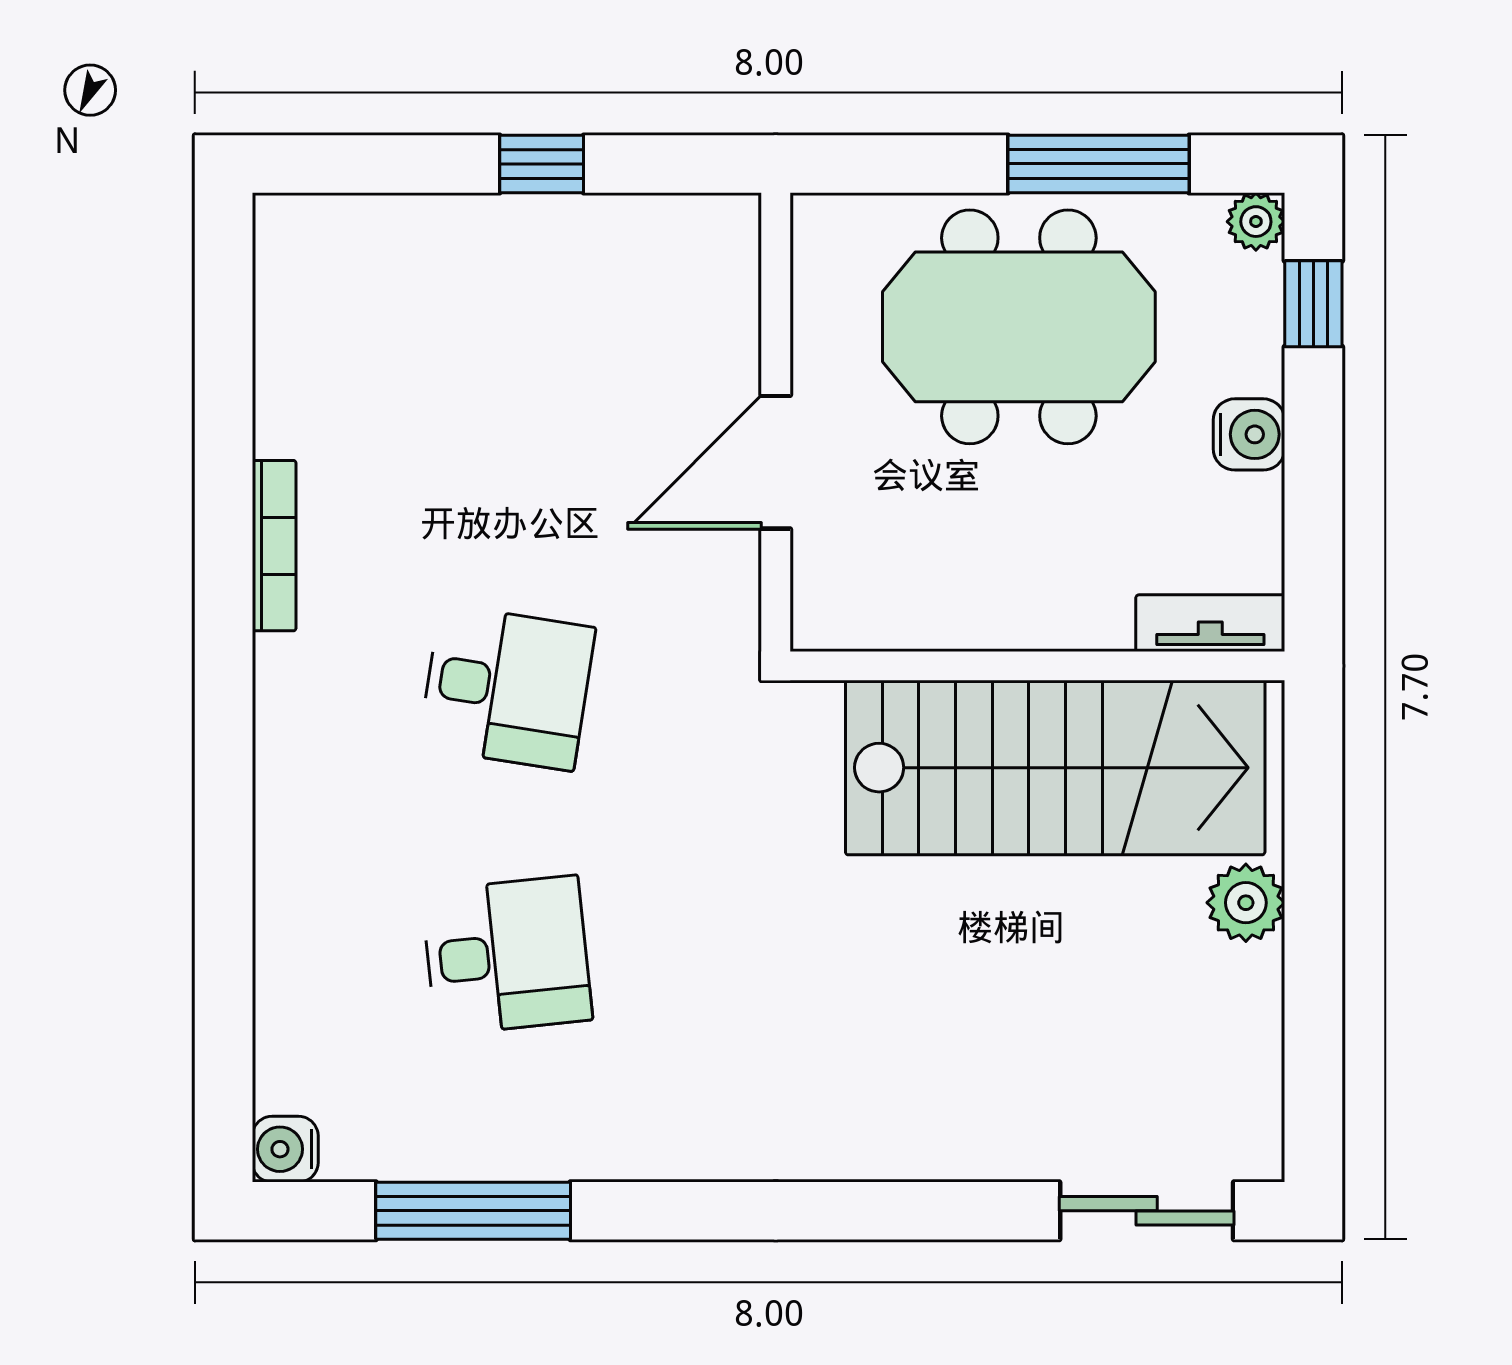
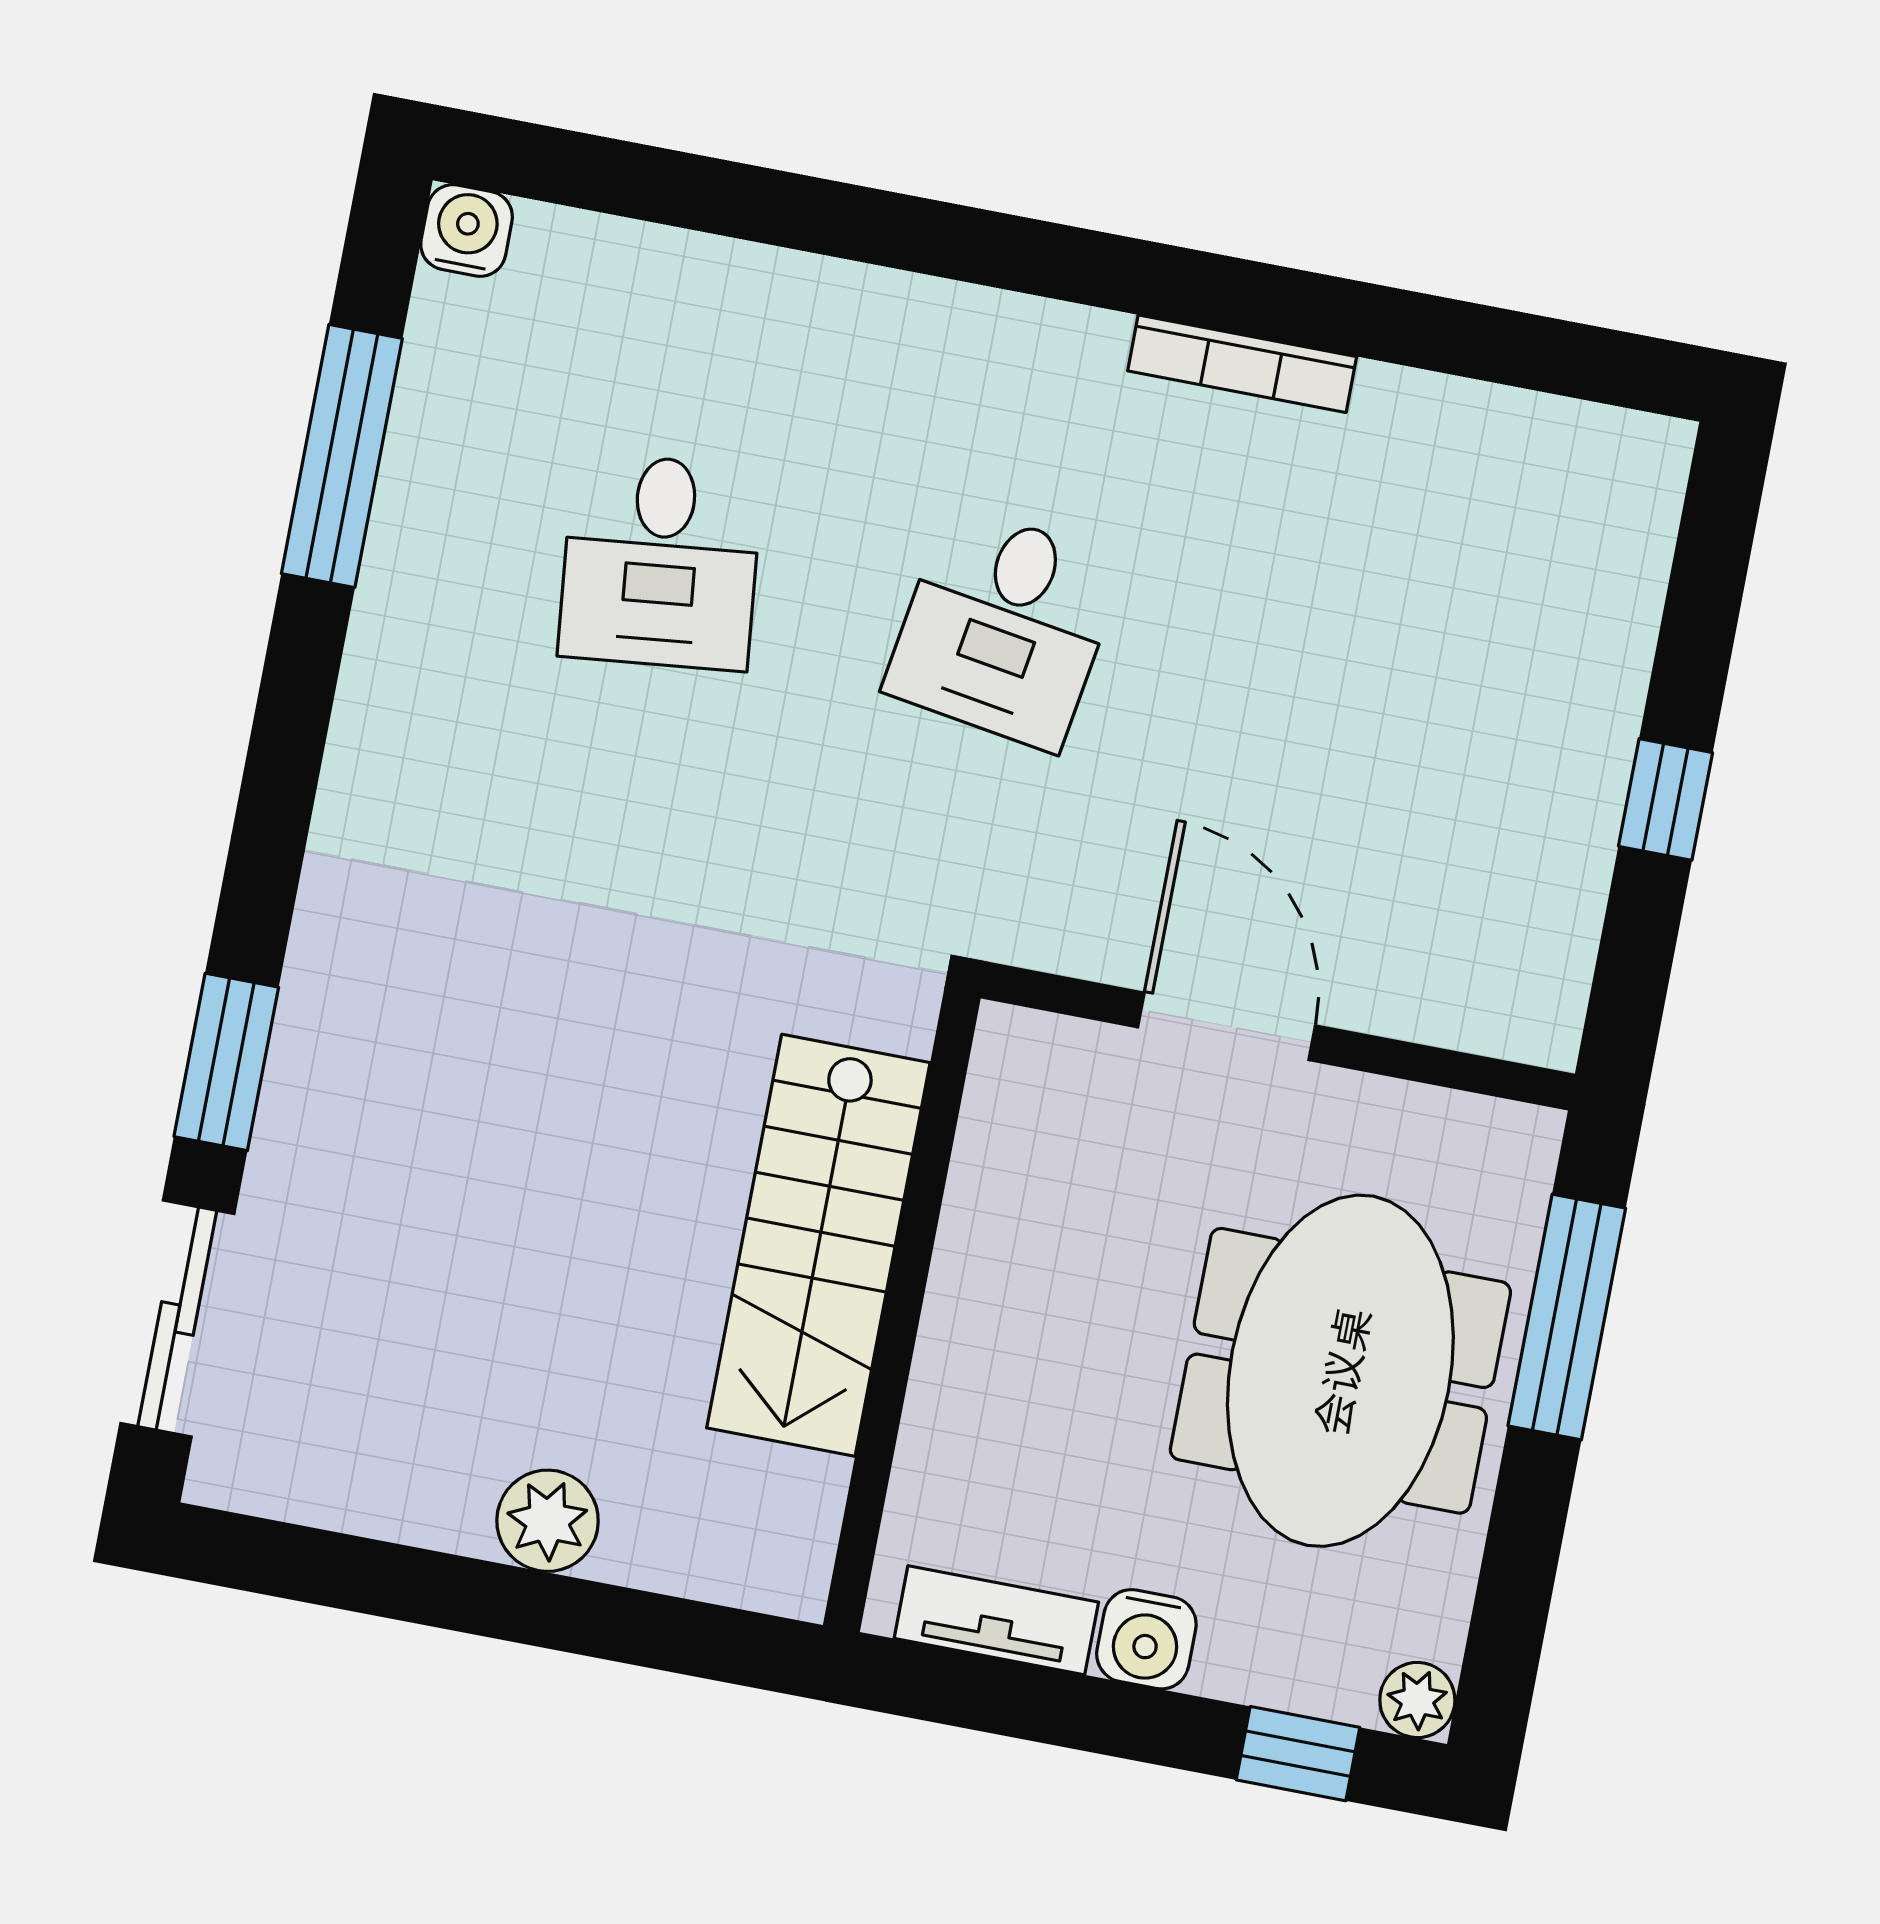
window: (1098, 164) -> (1567, 1317), moved
tv unit: (1210, 623) -> (996, 1620), moved, turned -90
stairs: (1055, 768) -> (818, 1245), width x0.73, depth x0.66
window: (946, 1211) -> (226, 1062), added

